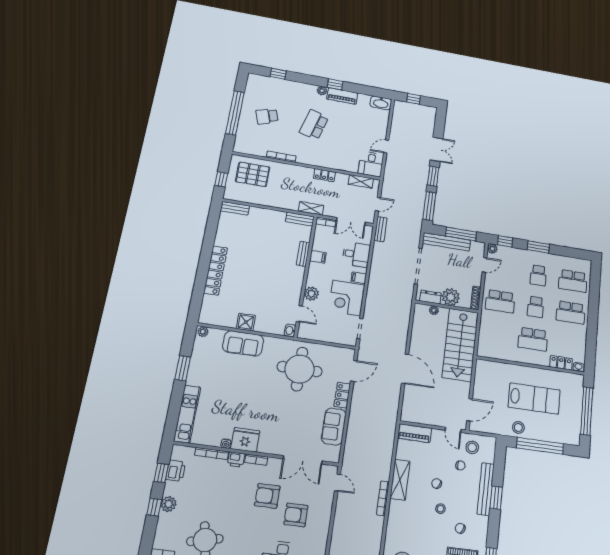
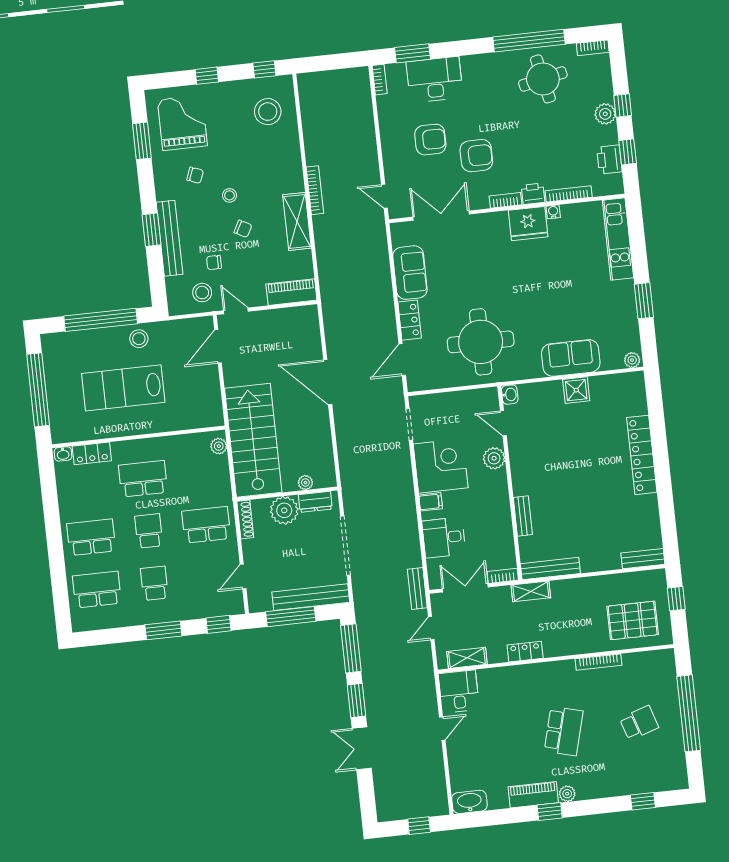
bench: (300, 219) -> (550, 569), width x1.36
plant: (492, 249) -> (219, 446), moved
filing cabinet: (318, 257) -> (500, 518), removed

